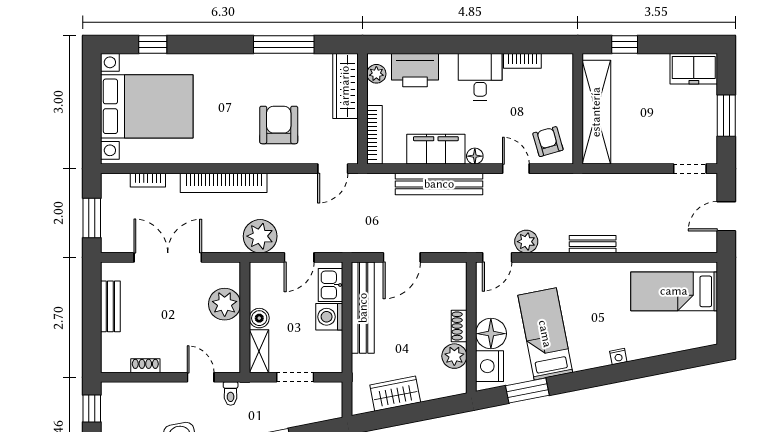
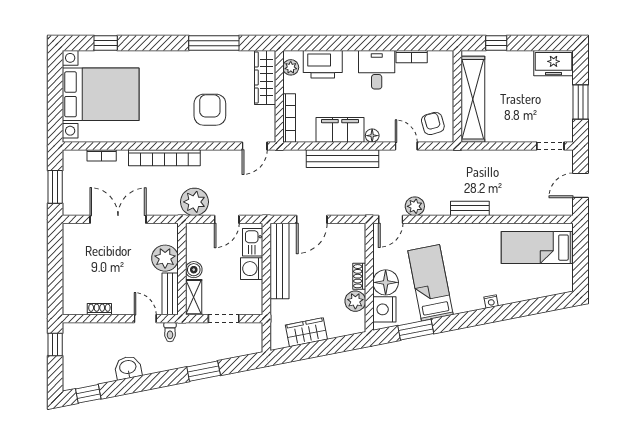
bench: (110, 306) -> (170, 294), moved

